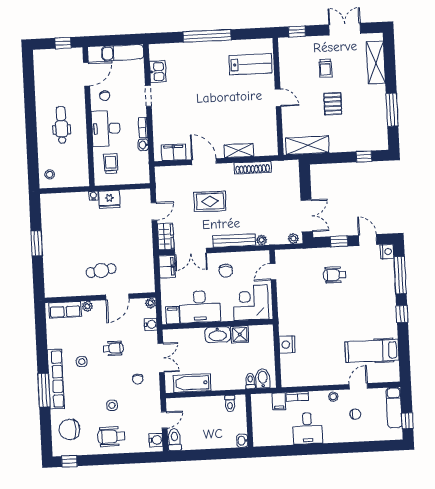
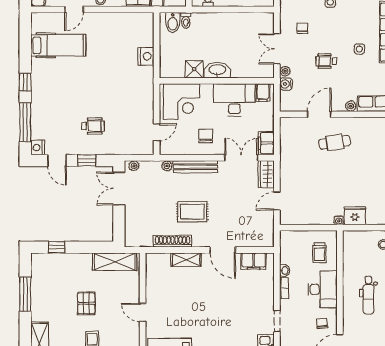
fridge: (109, 199) -> (355, 216), moved
rug: (210, 201) -> (192, 212), moved
plant: (151, 303) -> (285, 71), moved
bathtub: (192, 383) -> (246, 21), removed

